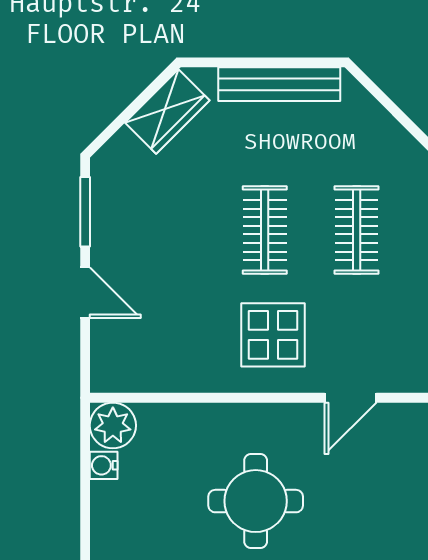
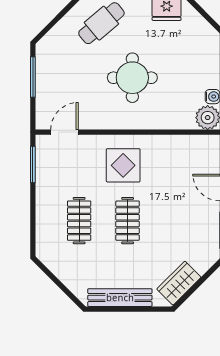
door: (351, 398) -> (64, 132), moved

